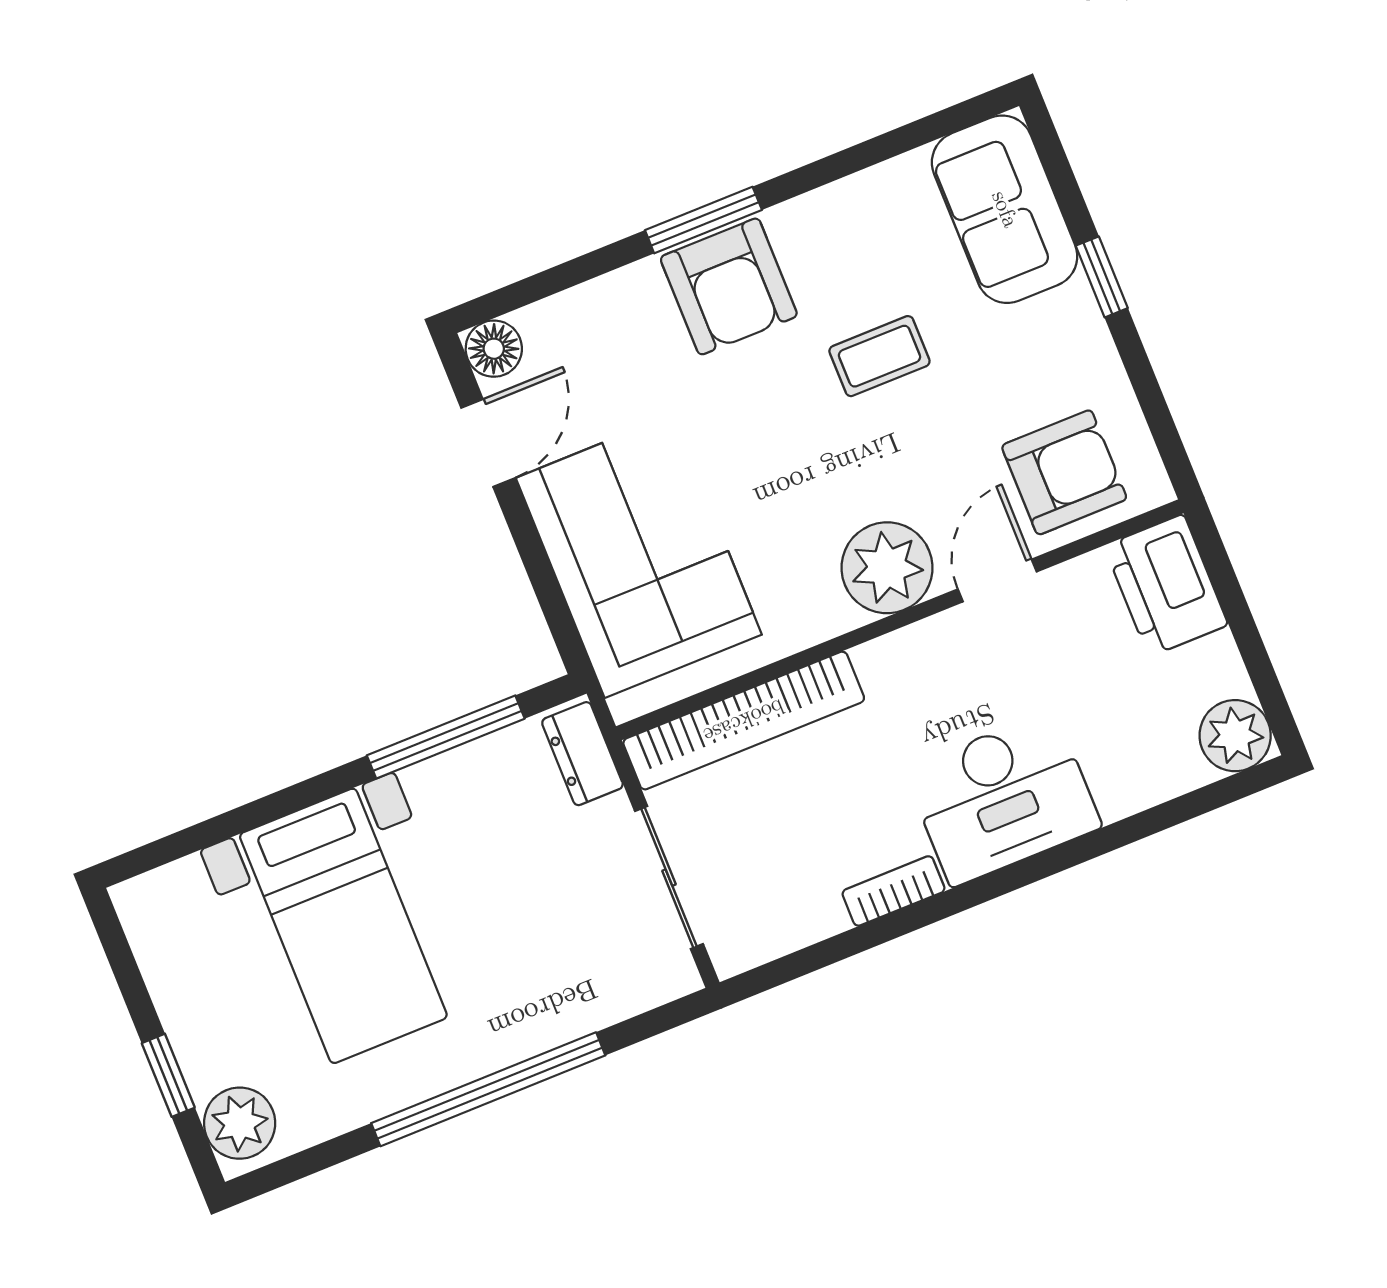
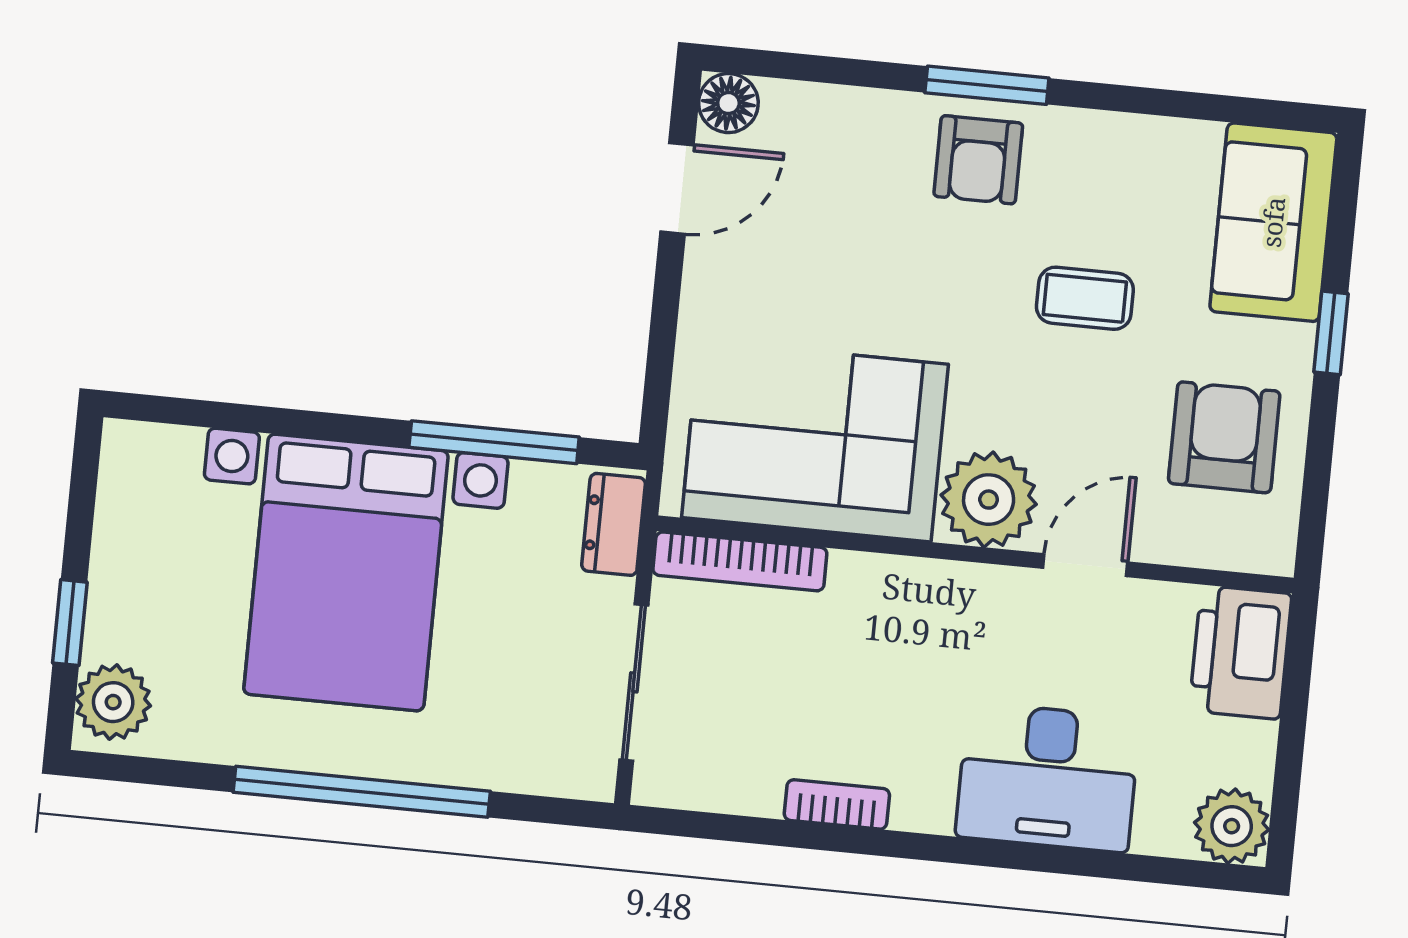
armchair: (729, 286) -> (978, 160), width x0.72, depth x0.72
armchair: (1064, 472) -> (1224, 437), moved, turned -90
corner sofa: (639, 556) -> (815, 441), moved, turned -90
bookcase: (744, 721) -> (740, 561), width x0.68, depth x0.76
desk: (1003, 798) -> (1048, 777), moved
bed with nightstands: (343, 926) -> (346, 572), width x1.36

